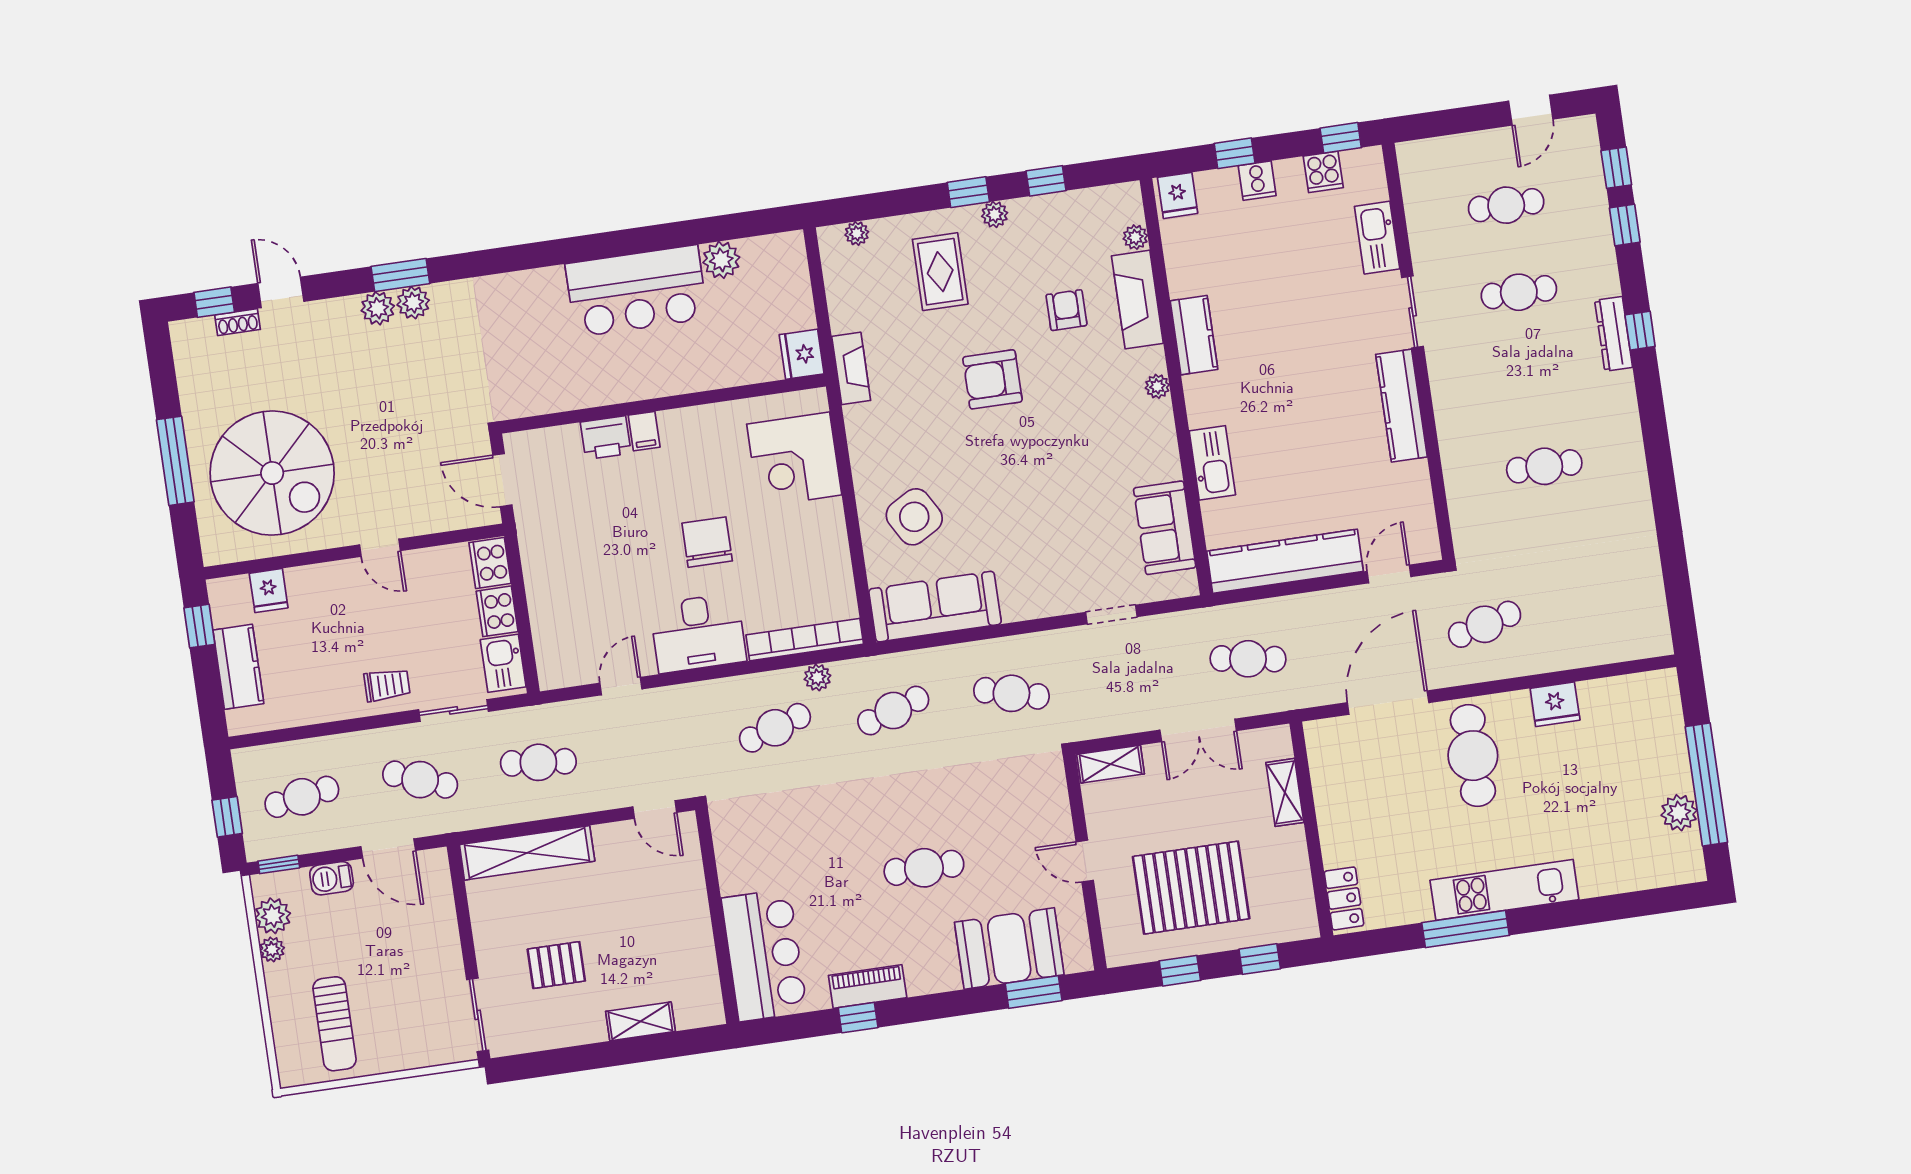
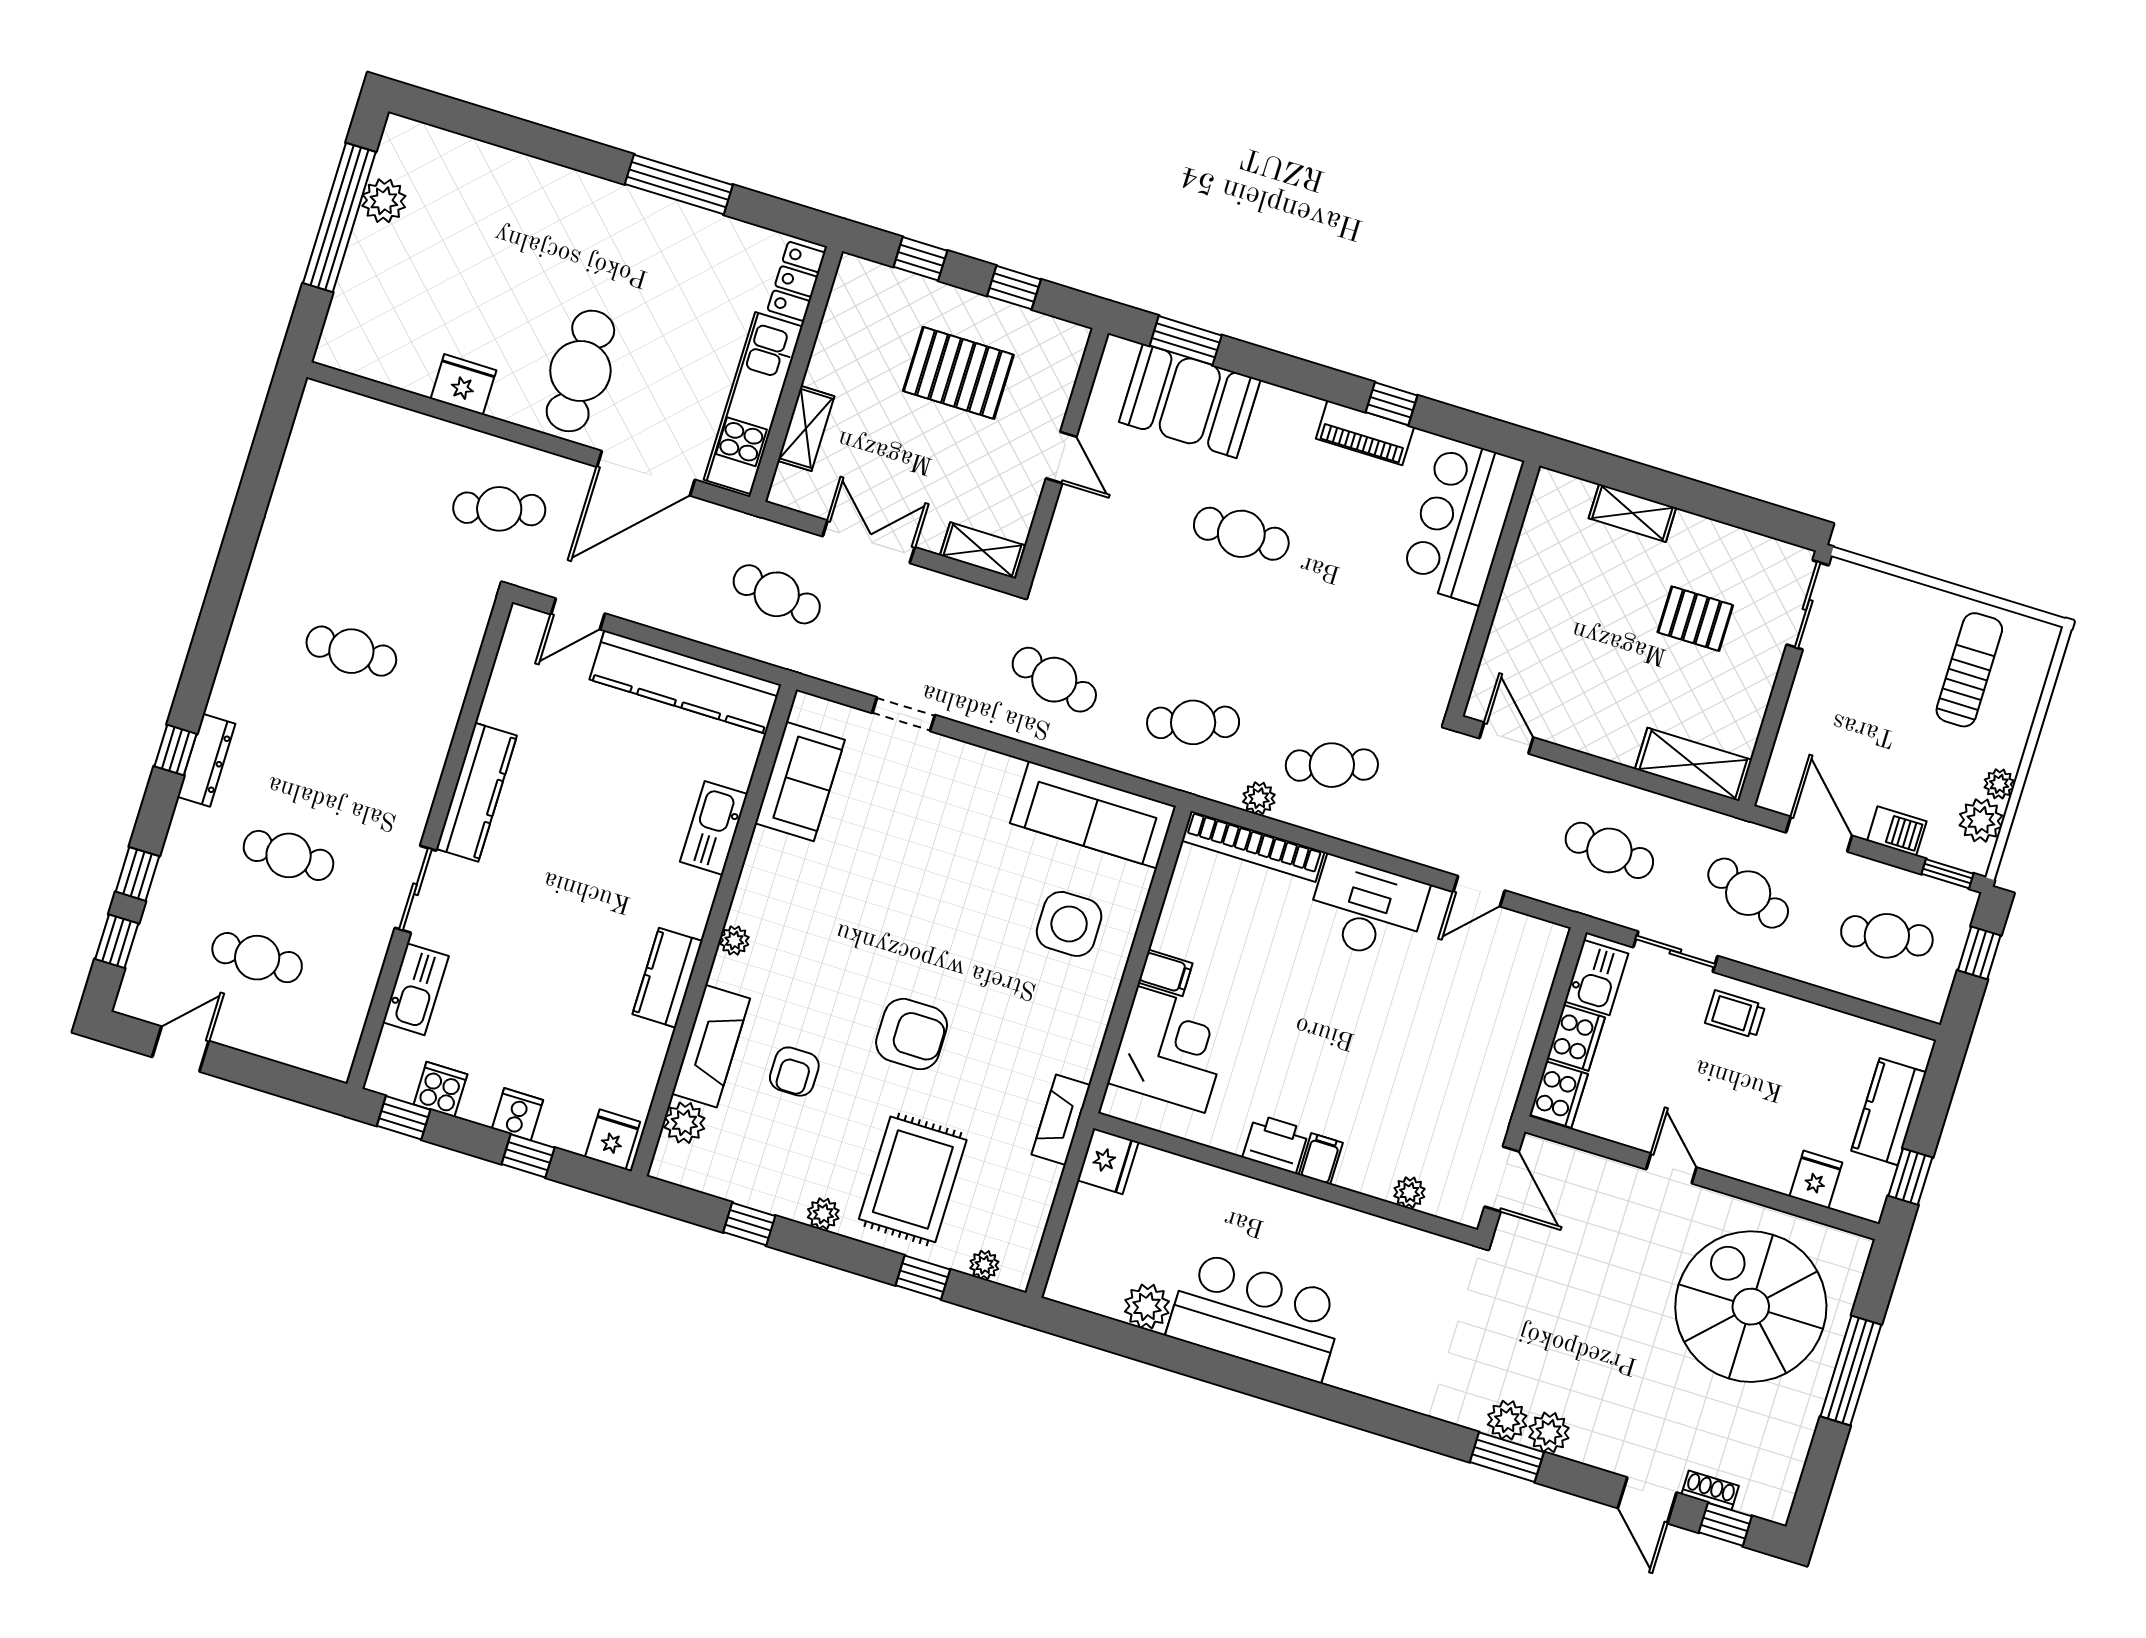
window: (968, 192) -> (923, 1277), moved
plant: (1135, 237) -> (684, 1123), width x1.38, depth x1.38
rug: (940, 272) -> (913, 1179), width x1.36, depth x1.43
plant: (566, 437) -> (1409, 1192), added
printer: (606, 438) -> (1276, 1144), moved
filing cabinet: (825, 514) -> (1165, 973), added
side table: (914, 517) -> (1069, 924), turned 30
chair: (707, 542) -> (1309, 1004), removed
shelving: (527, 853) -> (1693, 765), width x0.68
pallet: (1191, 888) -> (958, 373), width x0.73, depth x0.71
kitchen unit: (1504, 890) -> (753, 403), moved, turned 90

